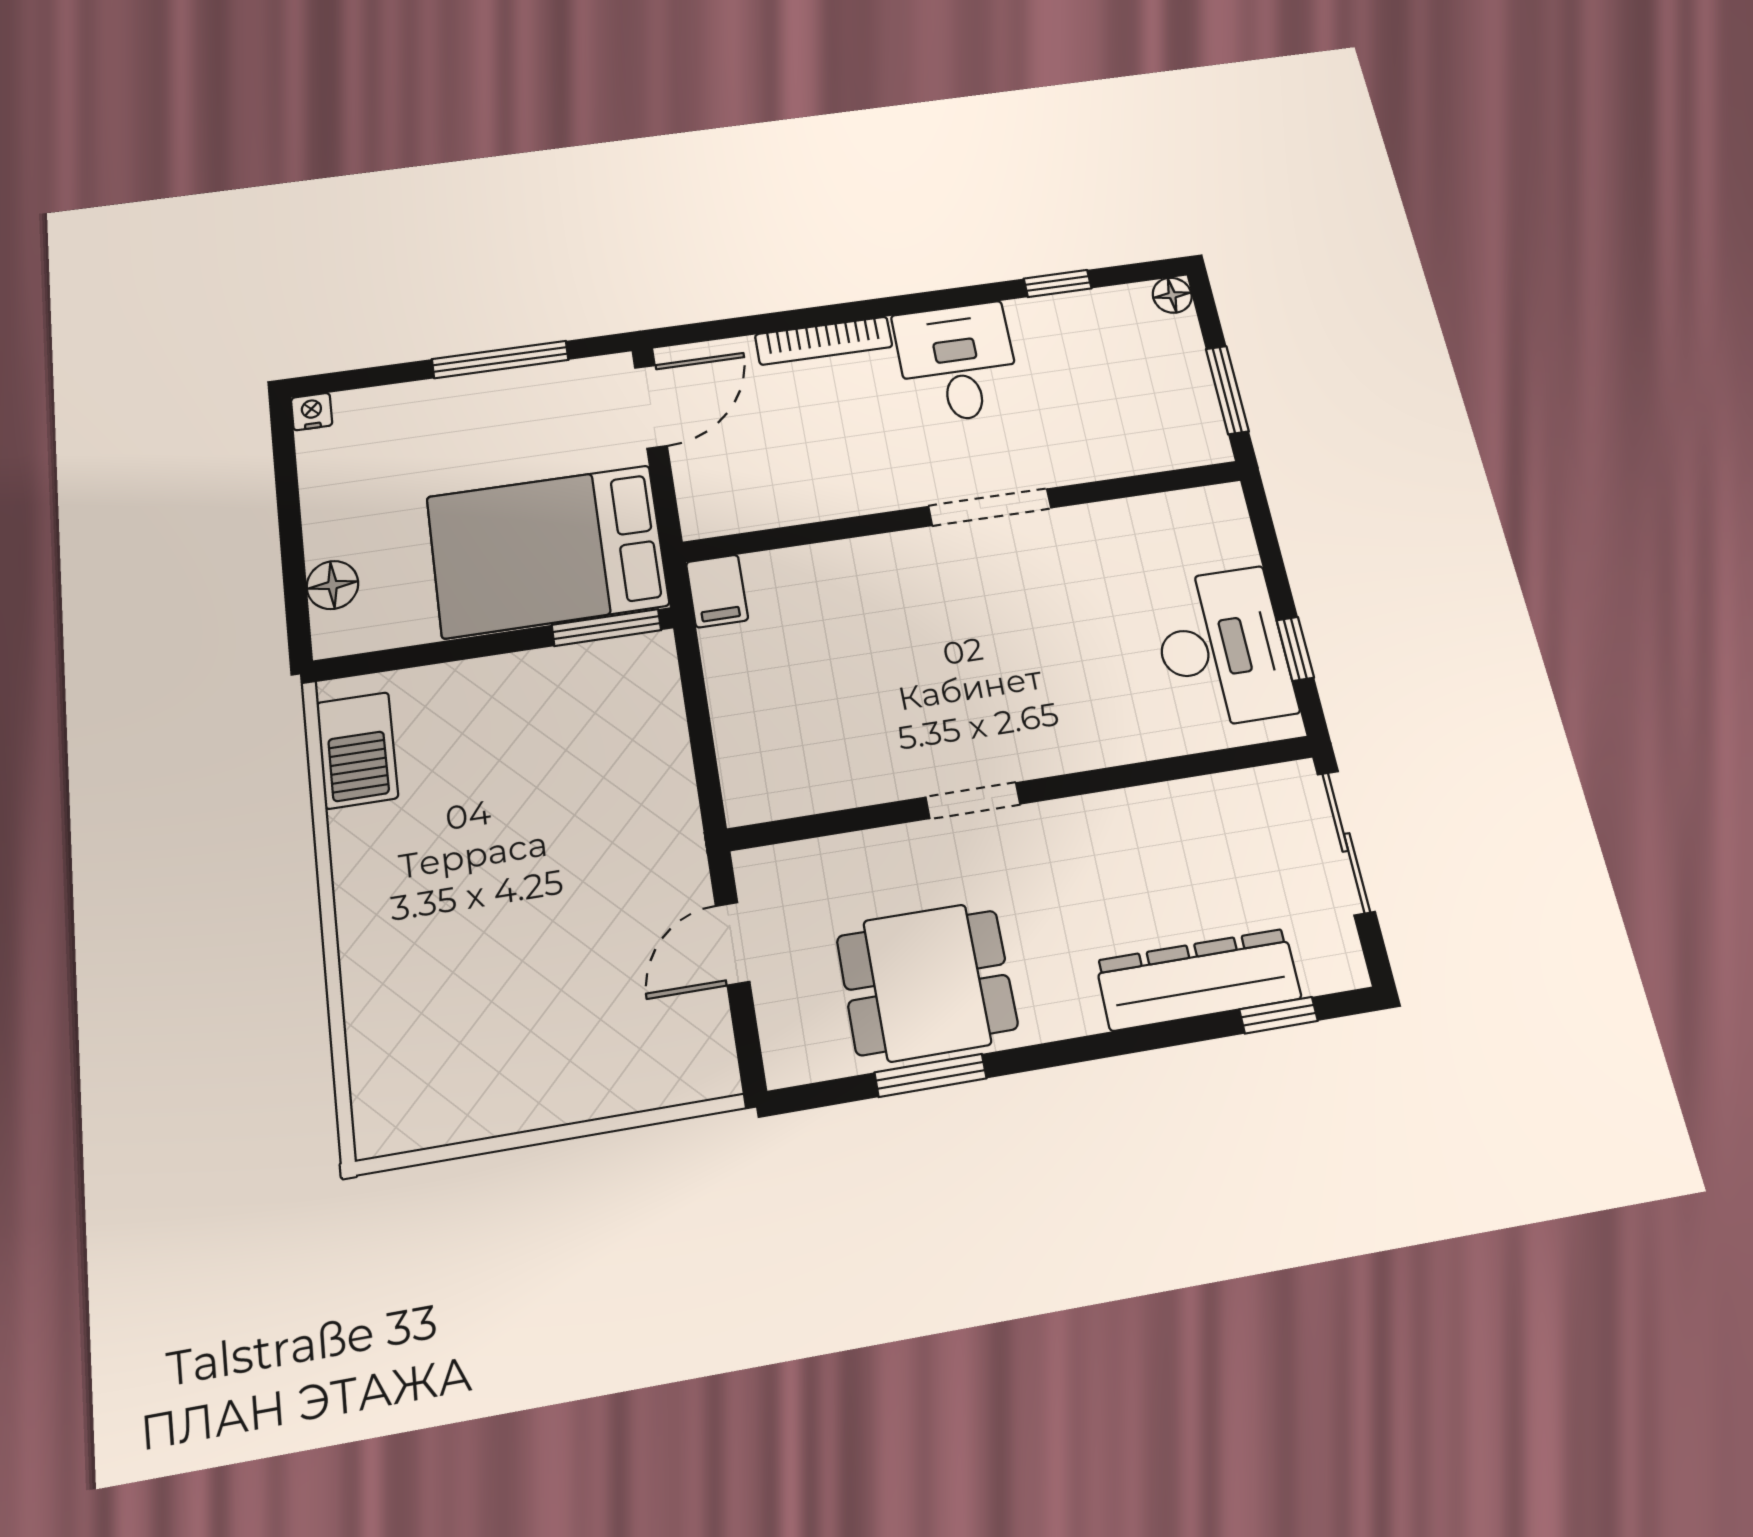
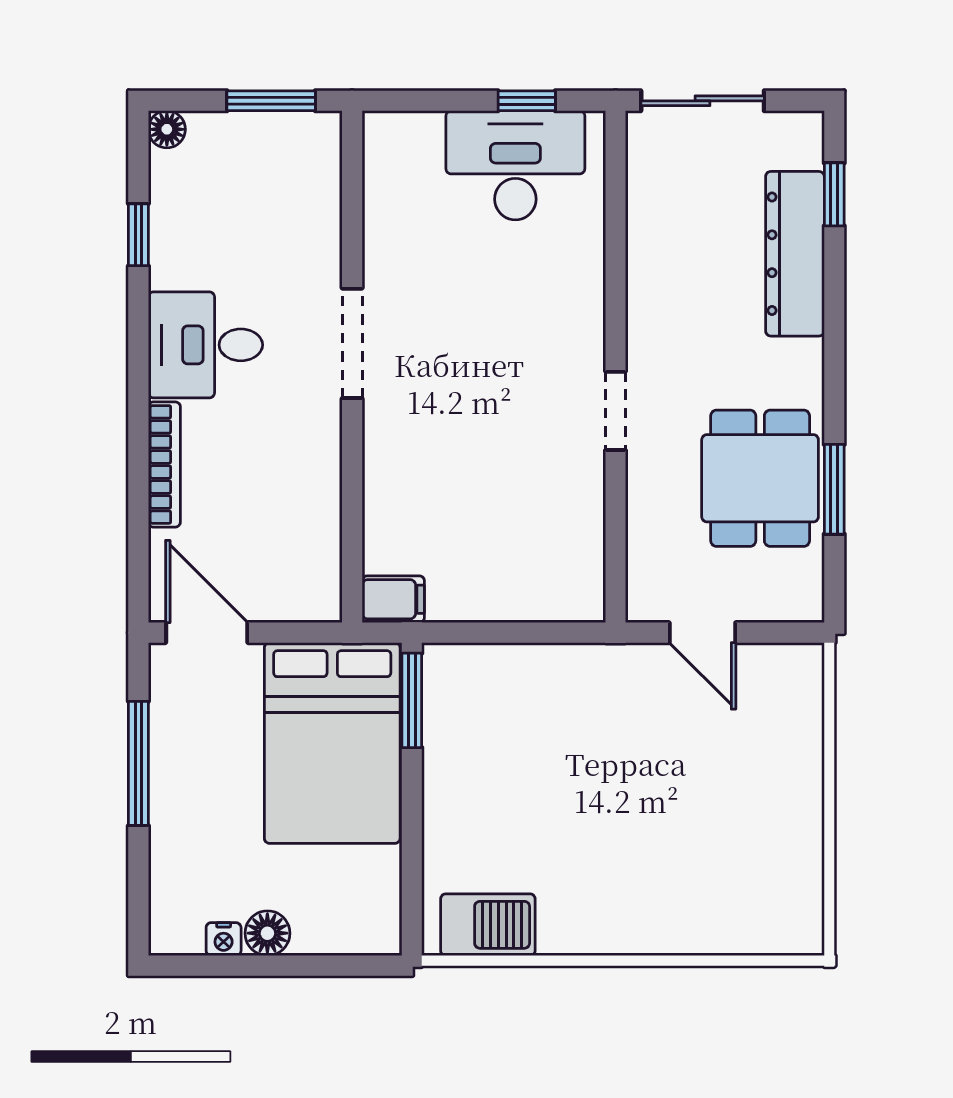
nightstand: (312, 412) -> (224, 939), moved, turned -90
floor lamp: (332, 585) -> (267, 933), moved

